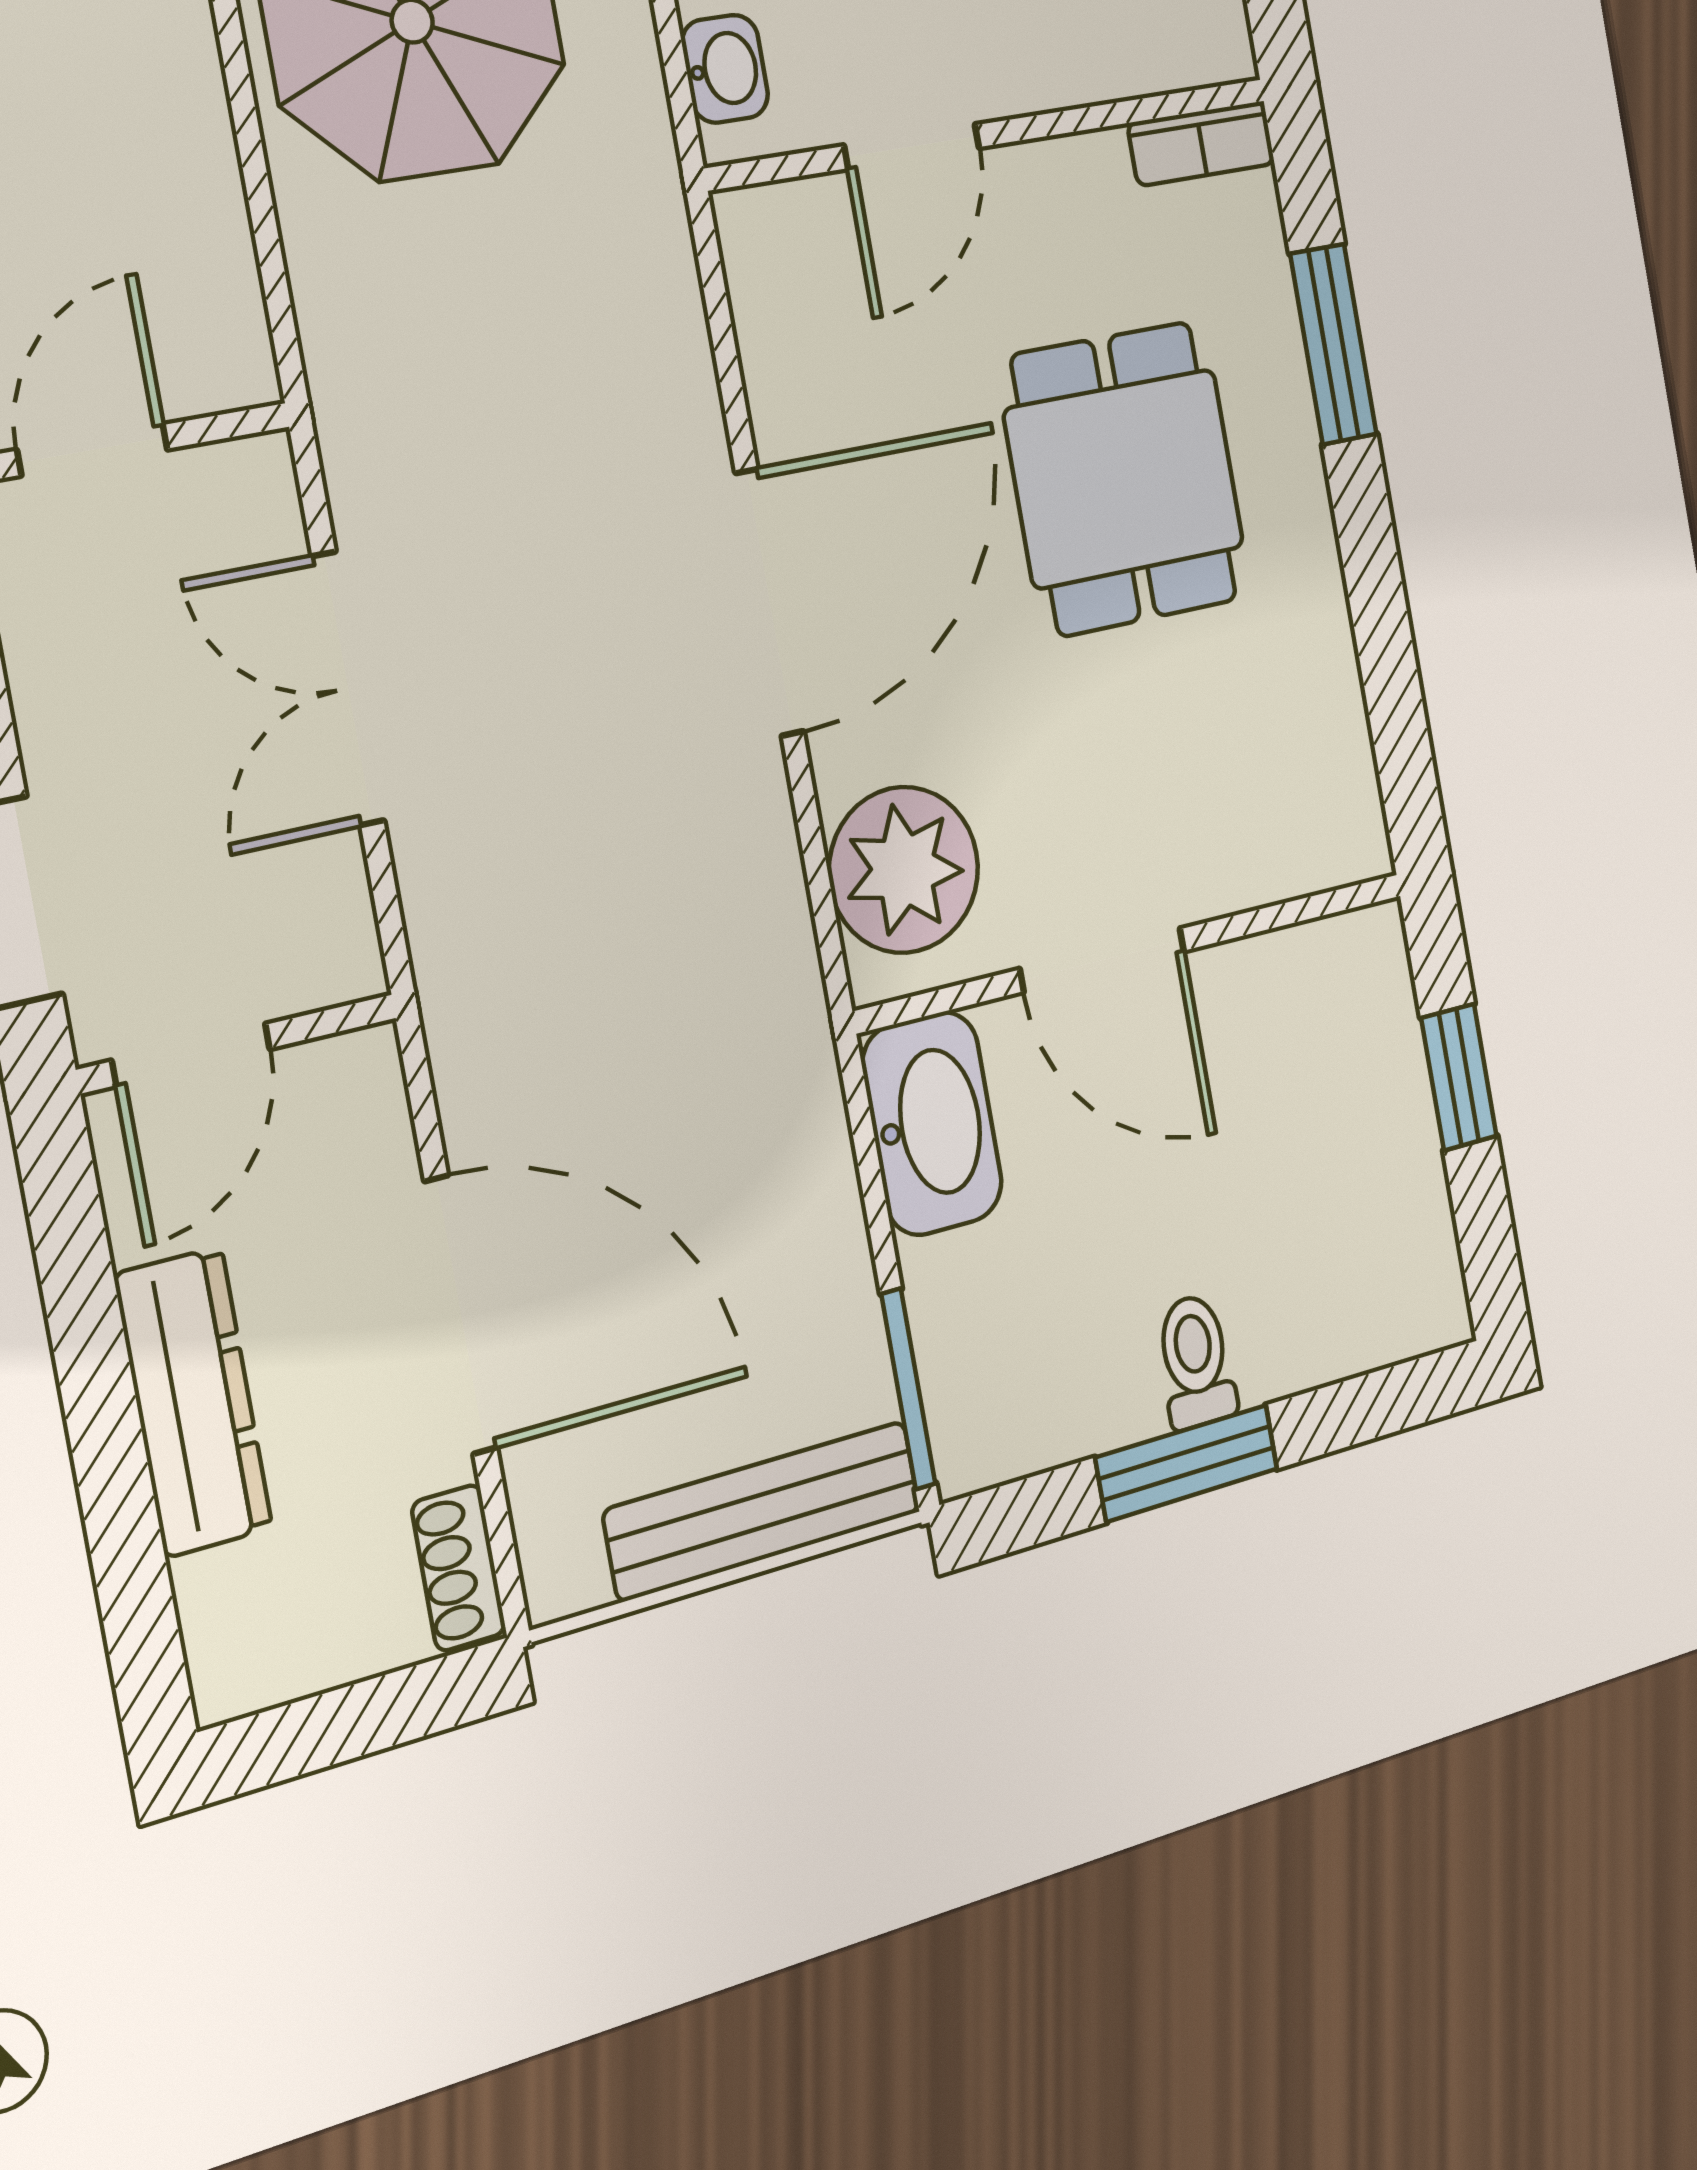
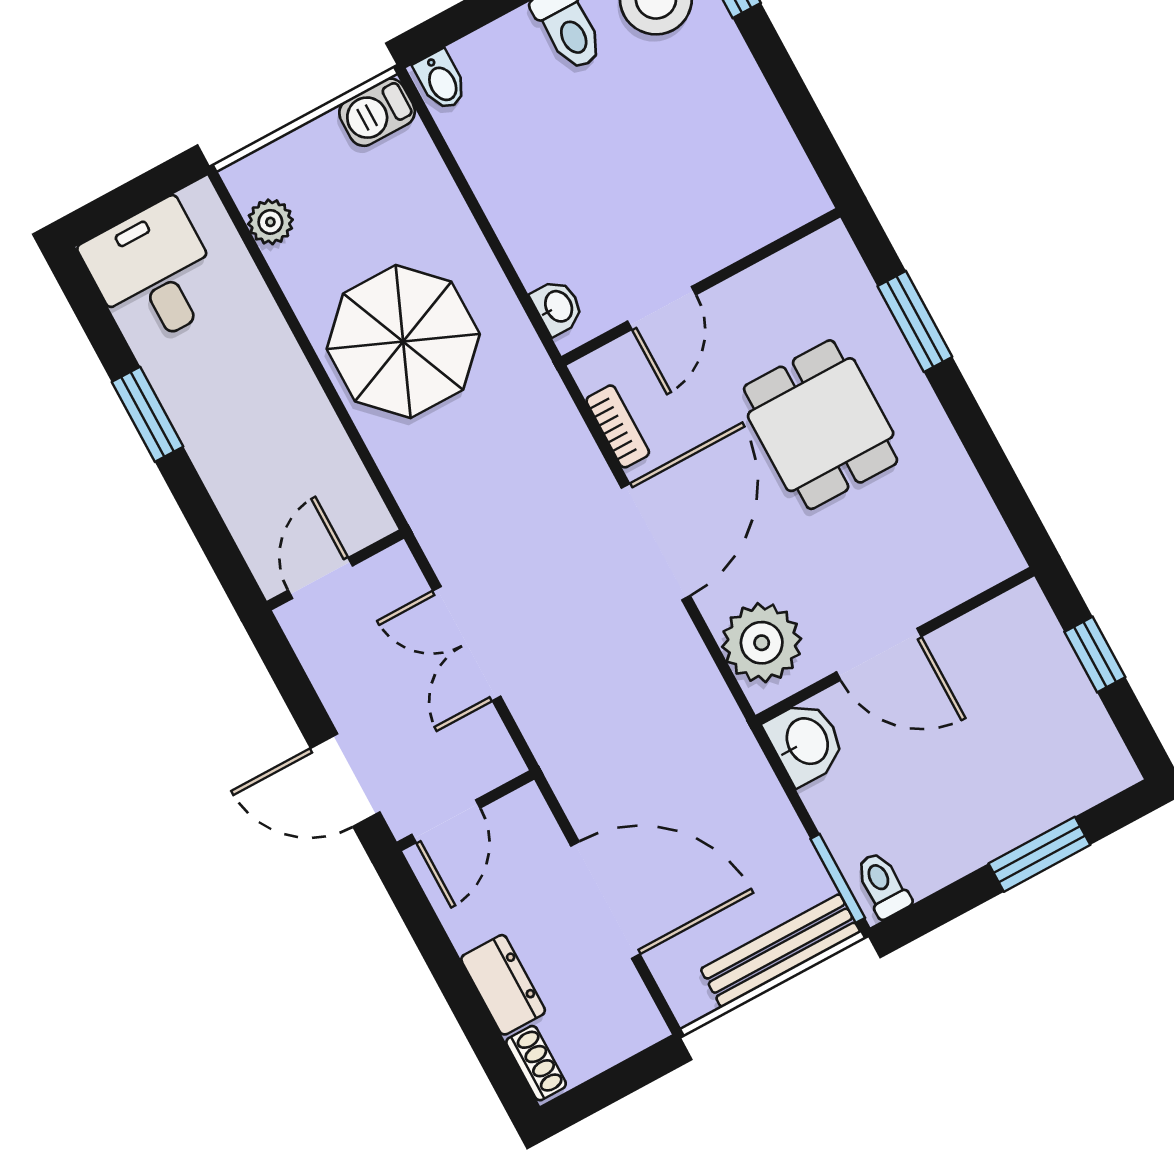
bookcase: (1201, 143) -> (618, 426), moved, turned -90
washbasin: (932, 1123) -> (806, 742), width x0.72
toilet: (1196, 1361) -> (883, 885), moved
dresser: (193, 1402) -> (503, 985), width x0.70
window: (1187, 1463) -> (1039, 854), moved
shoe rack: (459, 1568) -> (536, 1063), moved, turned 180

